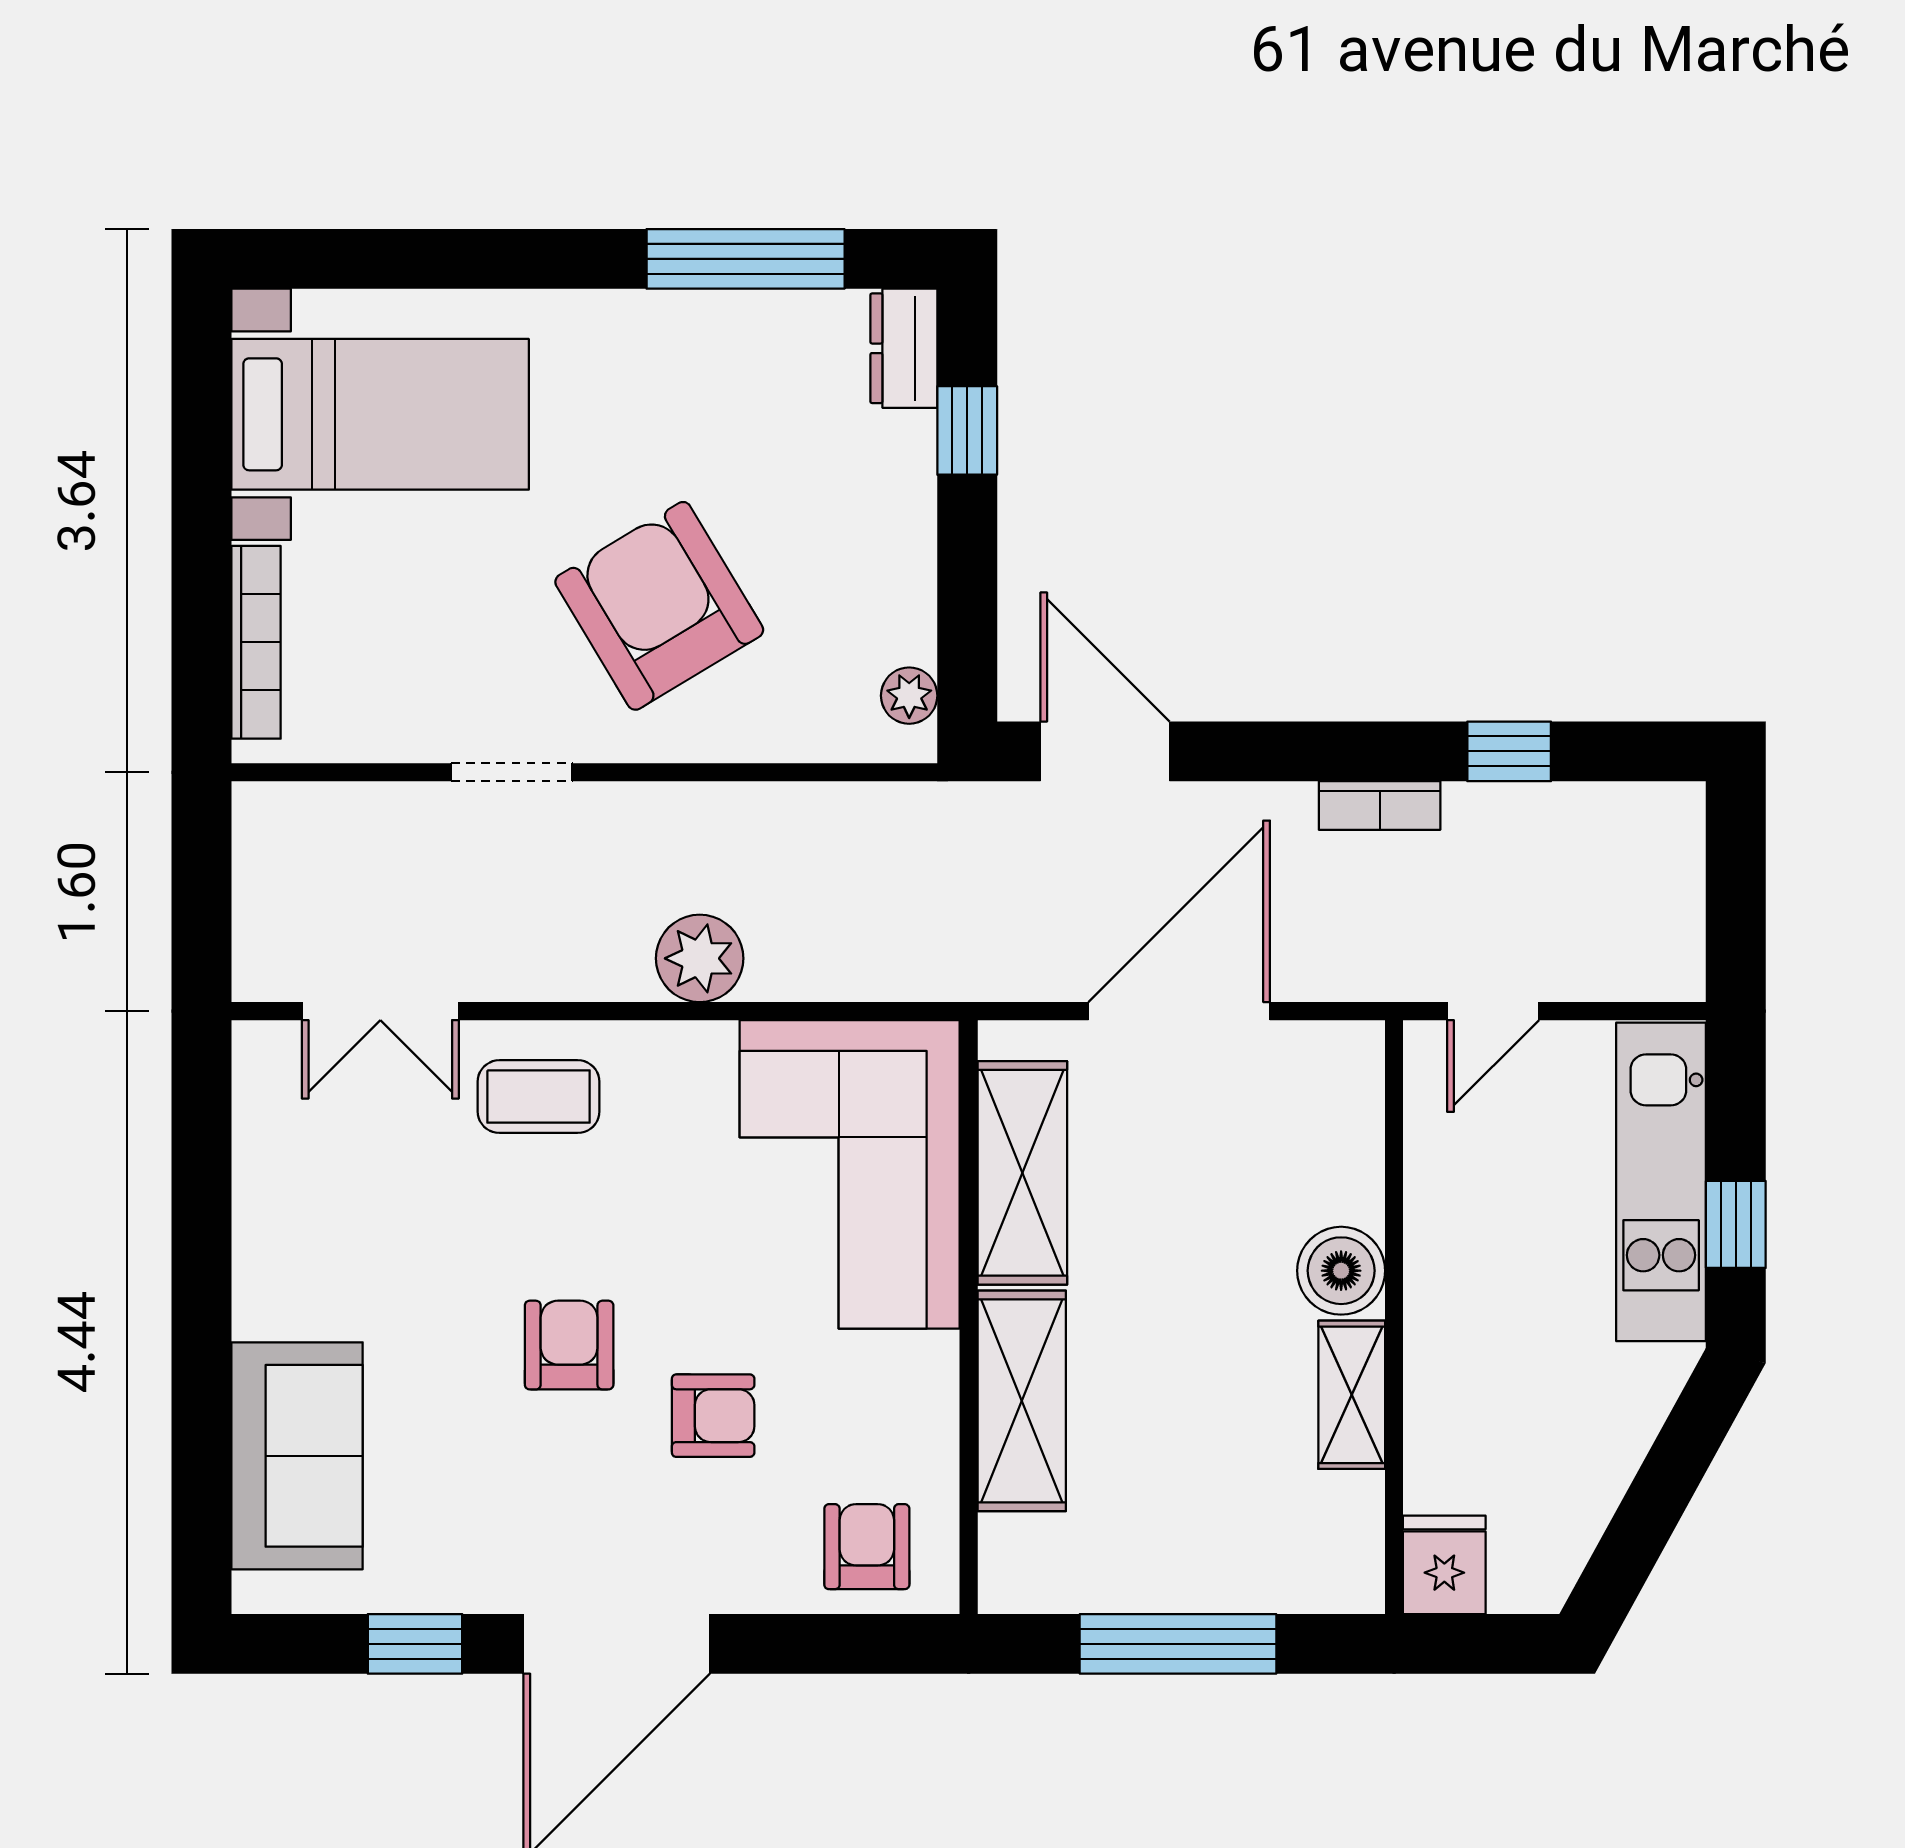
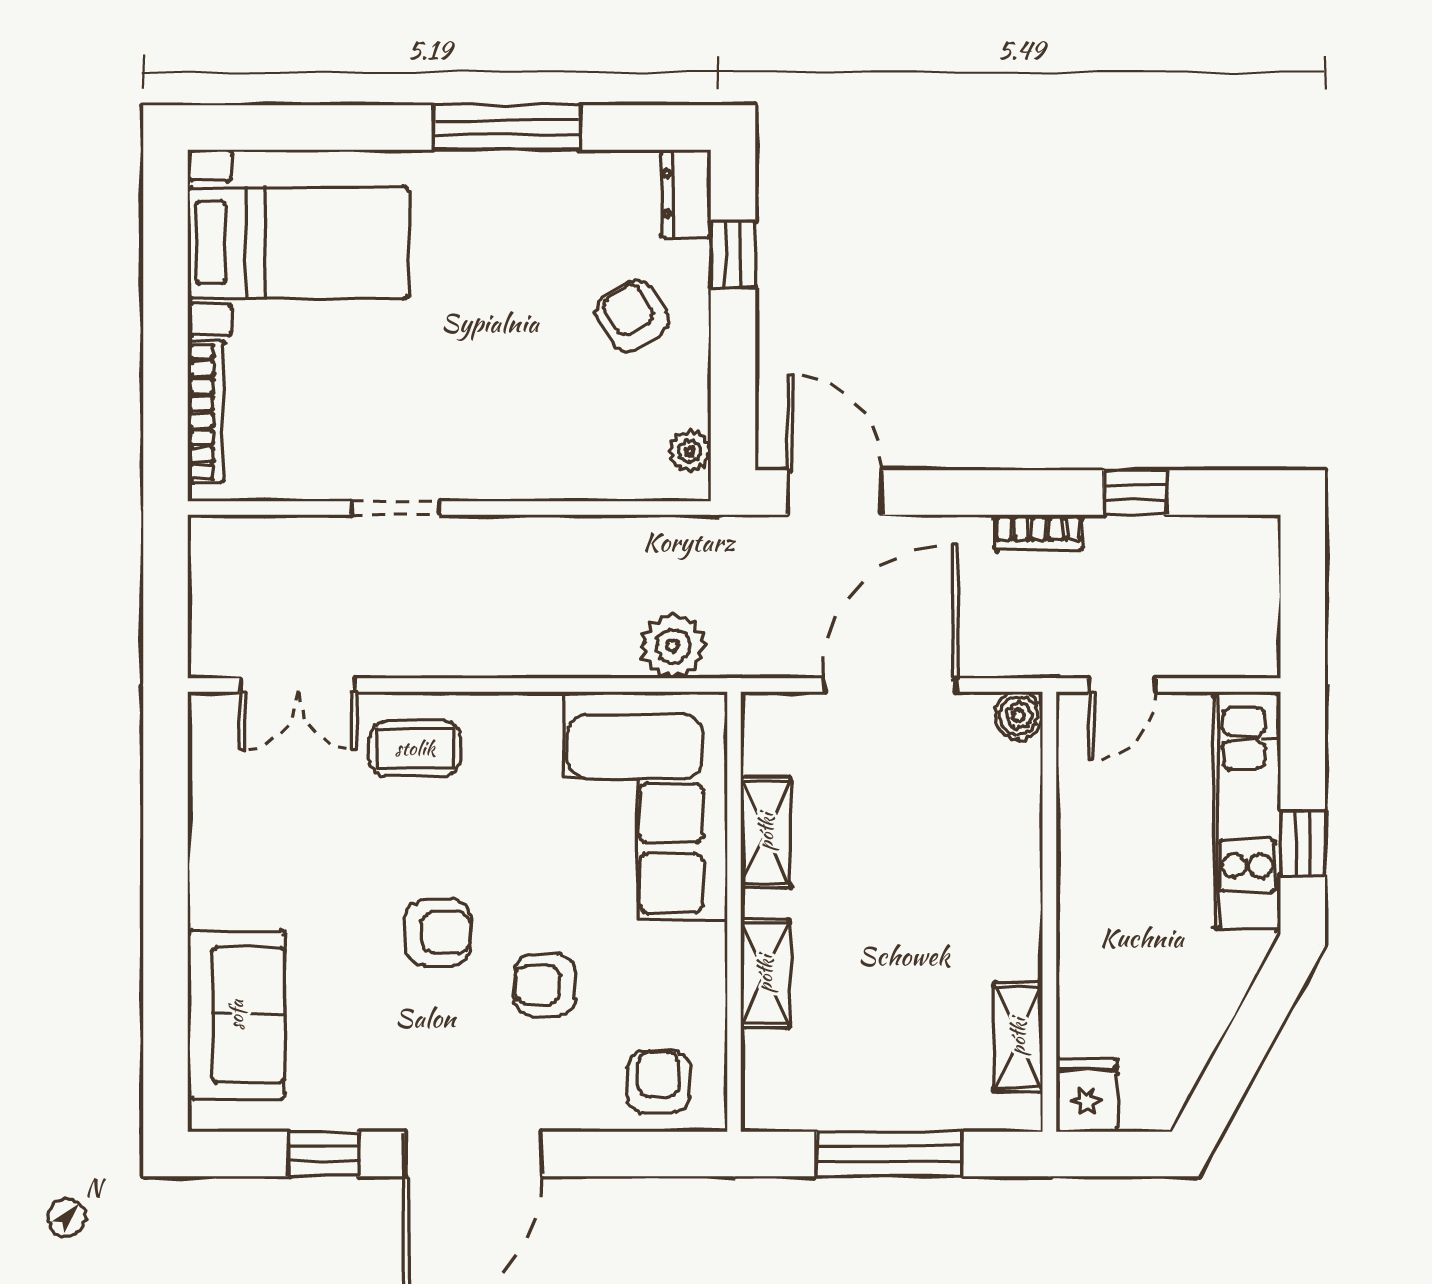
window: (746, 259) -> (507, 127), moved
armchair: (659, 606) -> (632, 316), moved, width x0.53, depth x0.53
plant: (700, 958) -> (673, 646), moved
shelving: (1022, 1173) -> (766, 832), width x0.67, depth x0.75
boiler: (1341, 1271) -> (1019, 715), moved, width x0.73, depth x0.73
armchair: (569, 1345) -> (438, 932), turned 90
shelving: (1352, 1395) -> (1018, 1037), moved
shelving: (1022, 1401) -> (765, 974), width x0.67, depth x0.75
armchair: (713, 1416) -> (545, 985), turned 180

